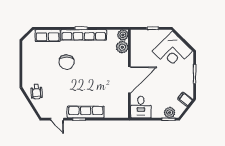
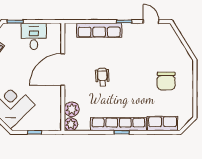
chair: (67, 62) -> (166, 81), moved, turned 180
wheelchair: (37, 92) -> (102, 77), moved
desk: (141, 107) -> (34, 36), moved
row of seats: (86, 112) -> (99, 30), moved
plant: (170, 113) -> (14, 30), removed

